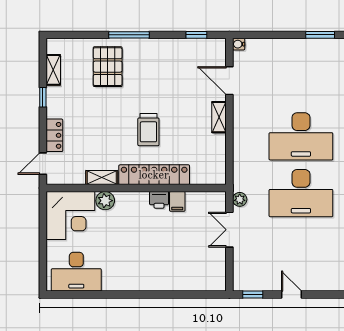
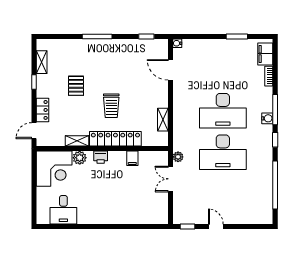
pallet: (108, 67) -> (76, 86), moved, width x0.67, depth x0.71
shelving: (219, 117) -> (163, 120), moved
printer: (159, 200) -> (101, 157), moved
desk: (76, 272) -> (63, 210), width x0.73

